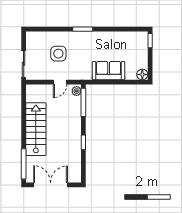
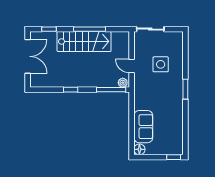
sofa: (109, 71) -> (143, 127), moved
window: (24, 124) -> (89, 29), added
window: (24, 164) -> (49, 29), width x0.46

